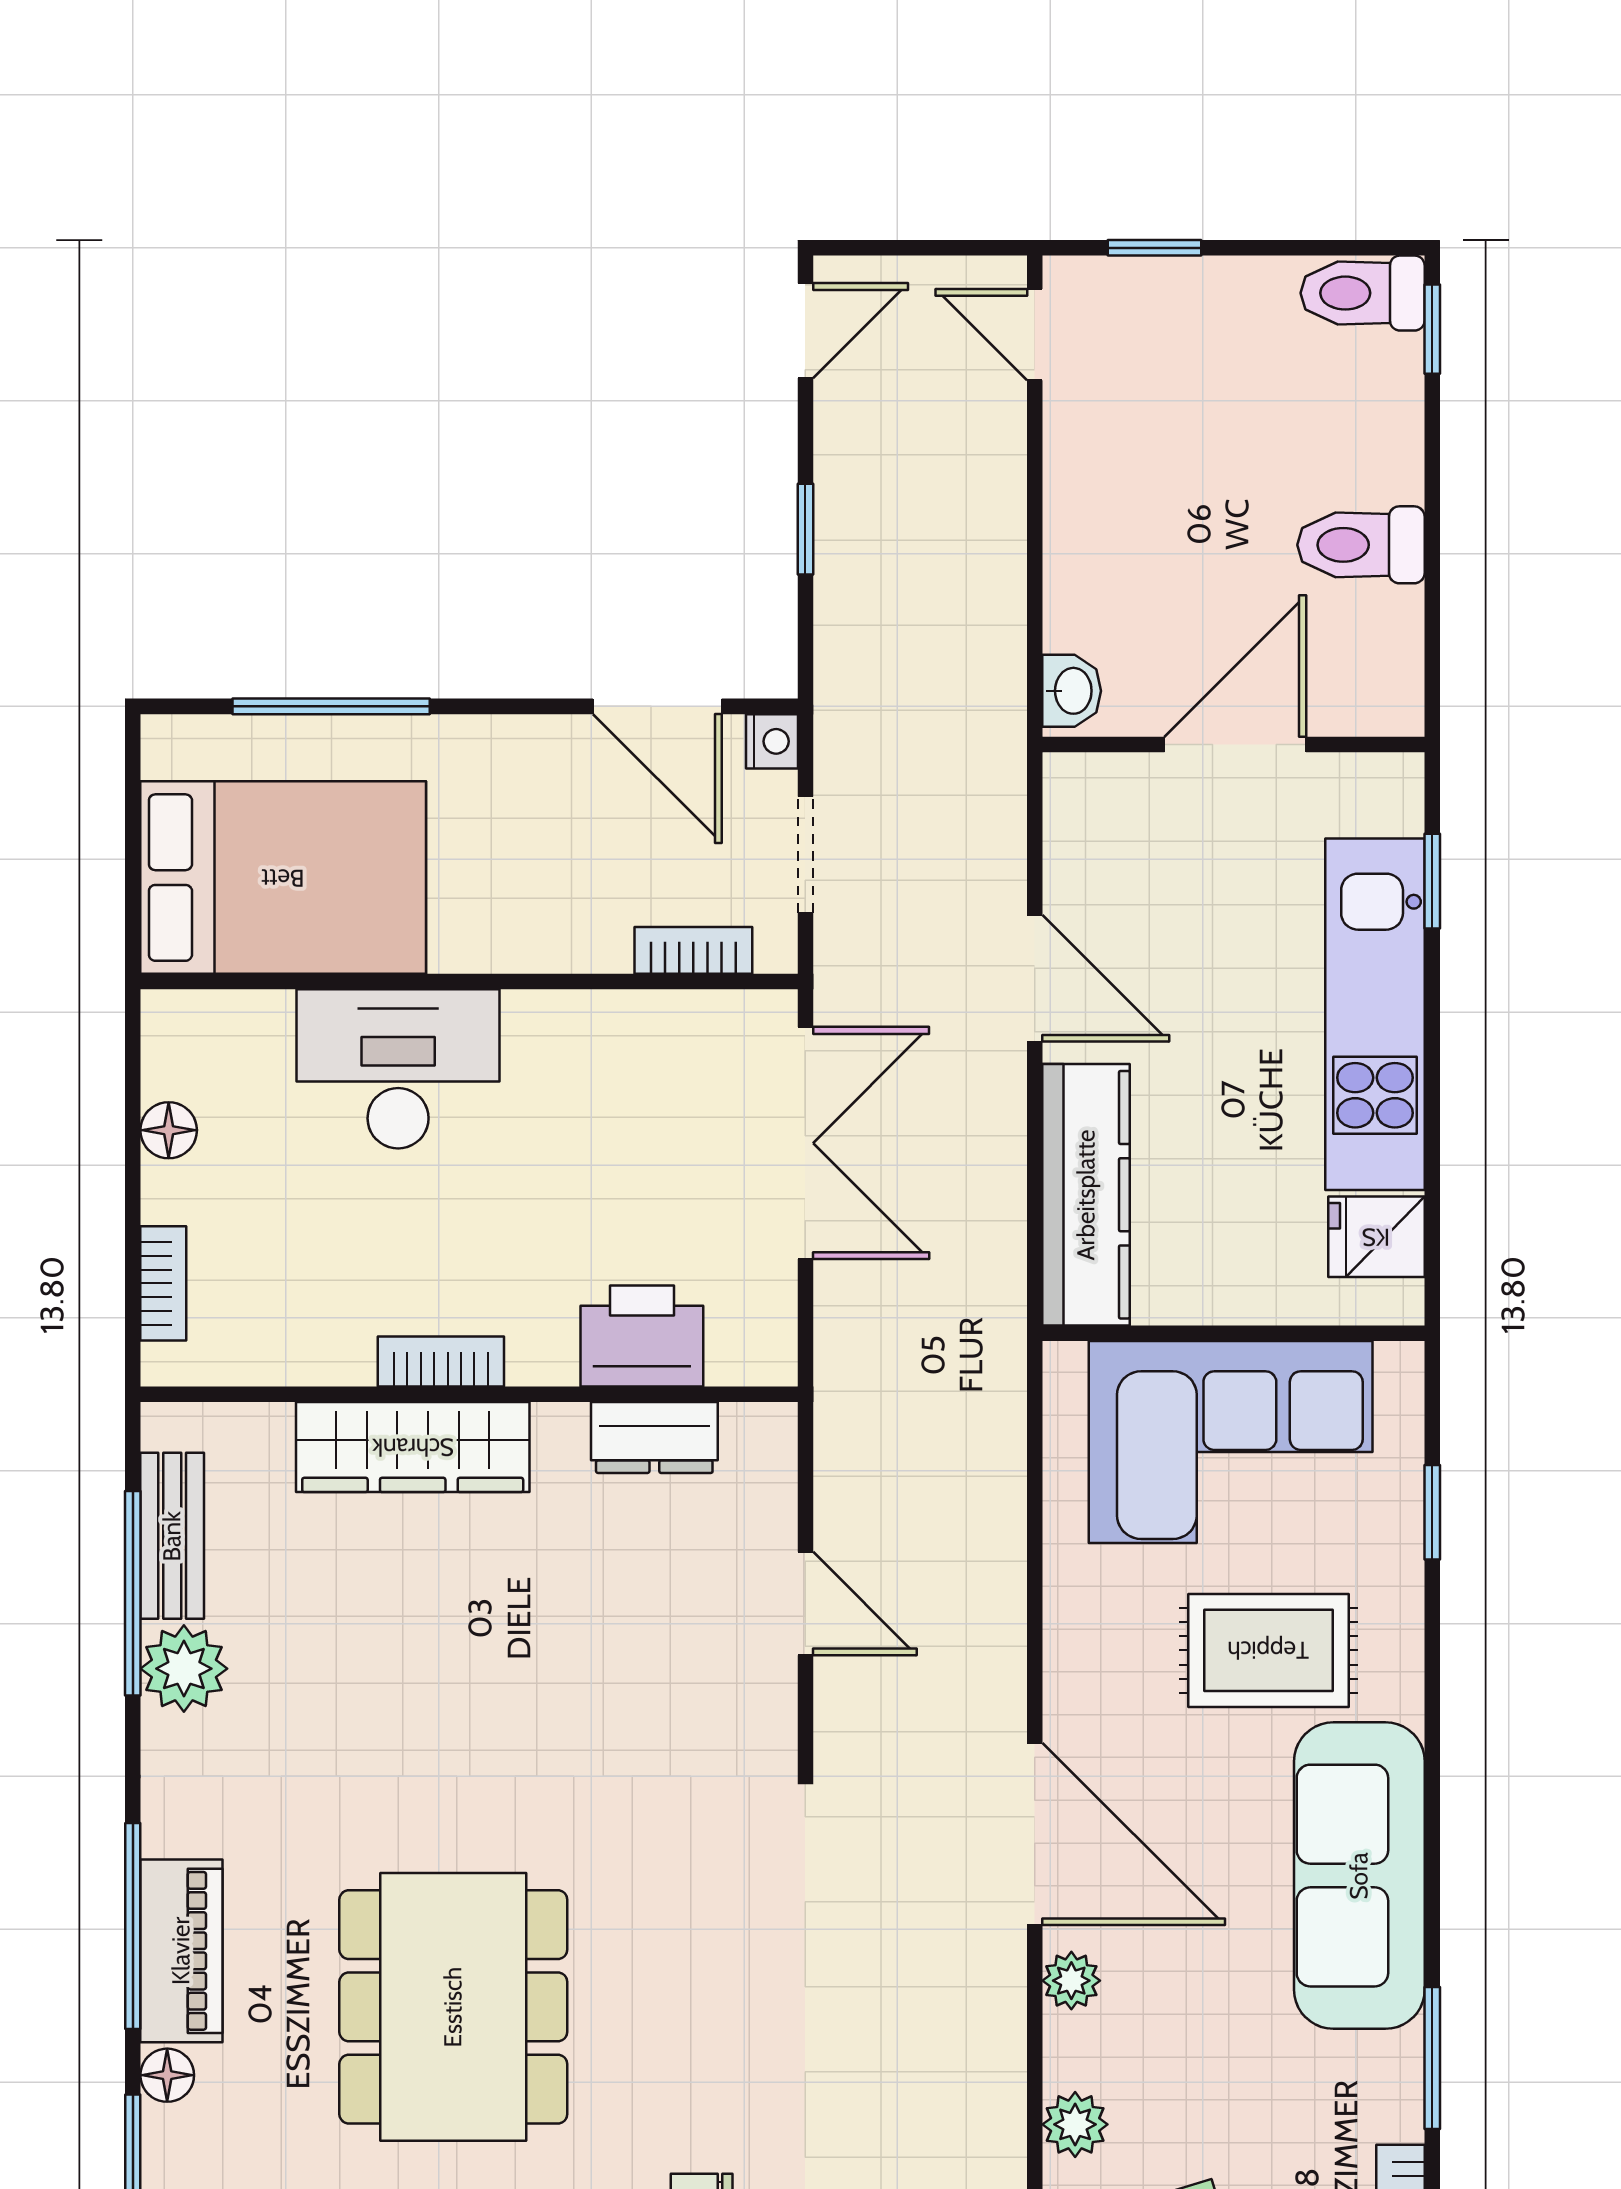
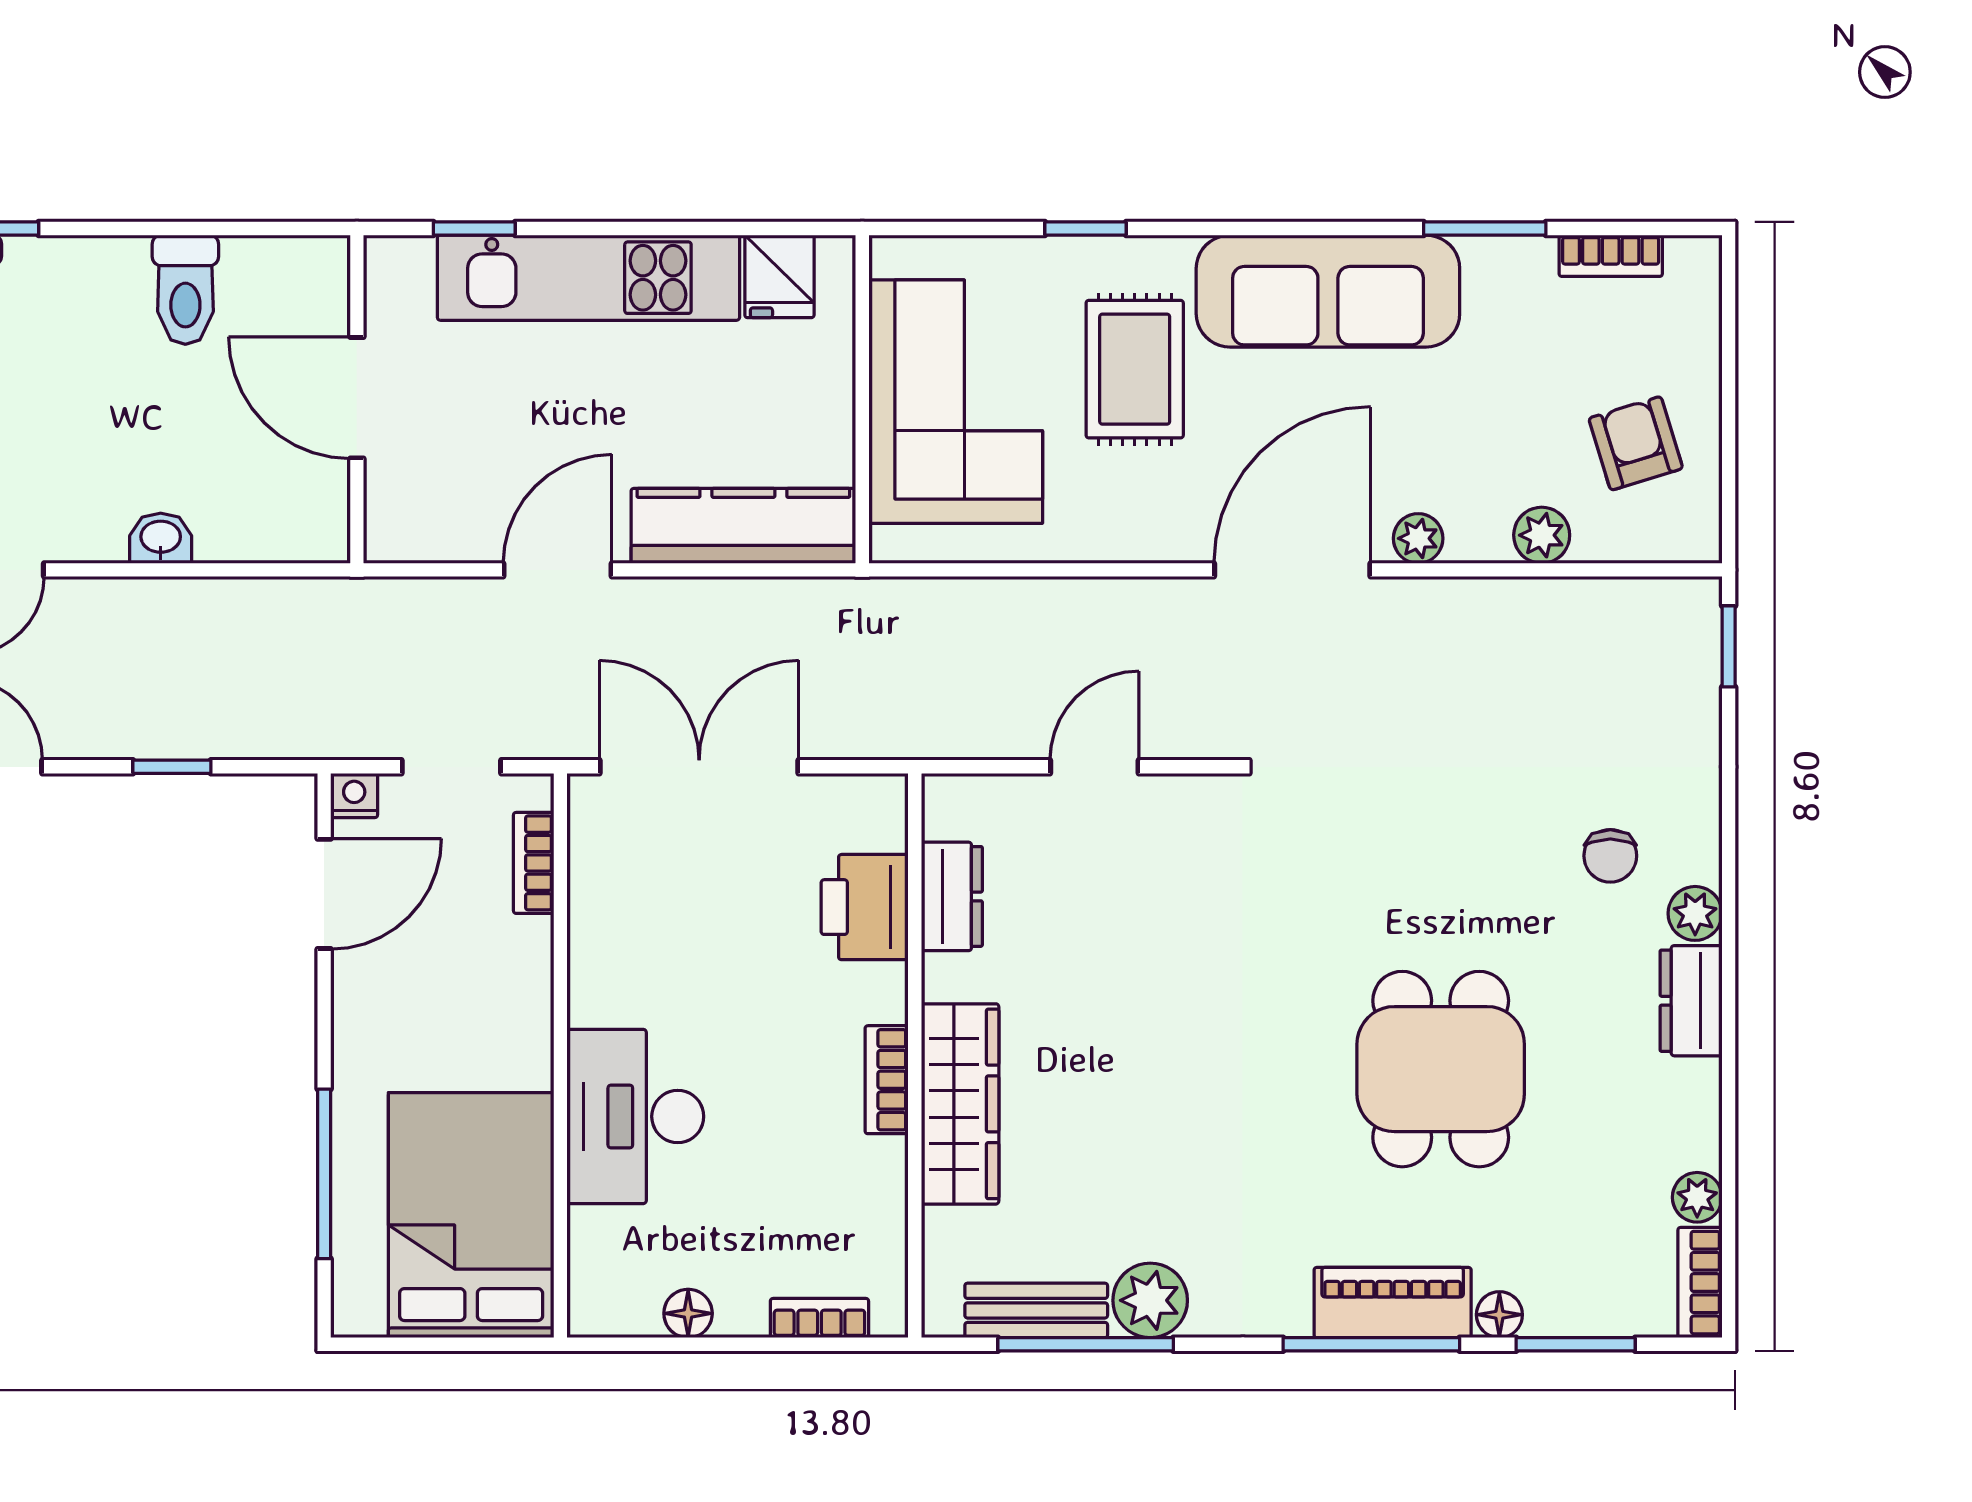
washbasin: (1072, 691) -> (161, 538), moved
window: (1432, 1512) -> (1085, 229), moved
dining table: (453, 2007) -> (1441, 1069), width x0.73

